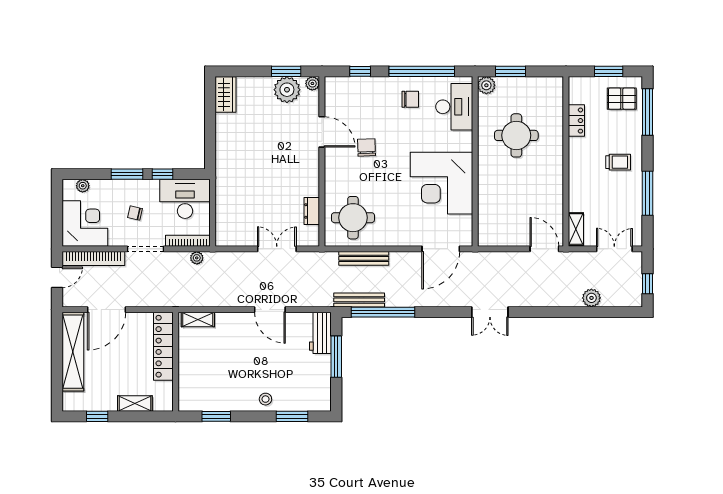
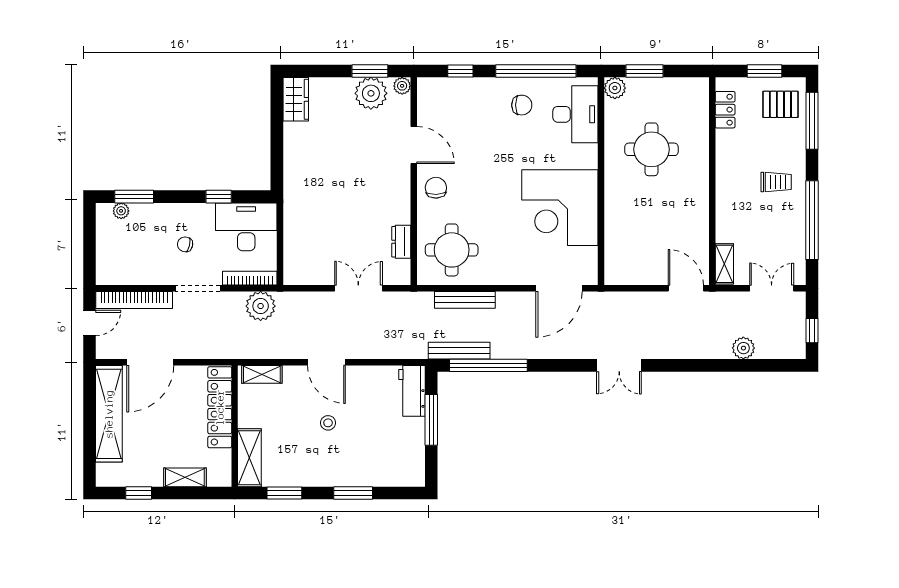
locker: (576, 121) -> (725, 110), moved
chair: (366, 147) -> (436, 188), moved
window: (127, 174) -> (134, 197), moved
window: (648, 193) -> (812, 220), width x1.46
corner desk: (85, 224) -> (124, 257), removed
plant: (197, 258) -> (261, 306), width x1.88, depth x1.88
door: (270, 310) -> (326, 362), moved
shelving: (188, 387) -> (249, 458), added
stool: (265, 399) -> (328, 423), moved
window: (292, 416) -> (353, 493), moved

